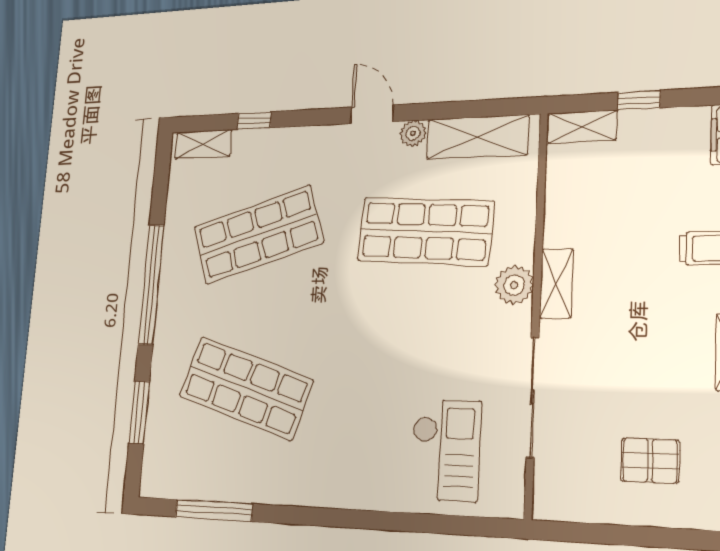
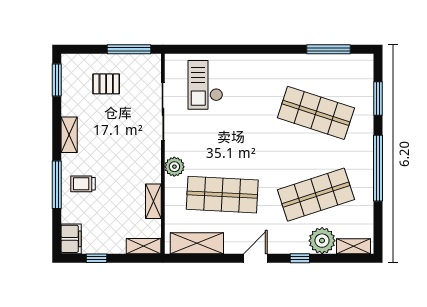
window: (639, 100) -> (97, 258), moved
door: (372, 114) -> (255, 258), swing flipped
window: (254, 121) -> (300, 258), moved
plant: (413, 133) -> (322, 241), moved, width x1.87, depth x1.87
shelving: (556, 284) -> (153, 201), moved
window: (598, 534) -> (129, 49), added

